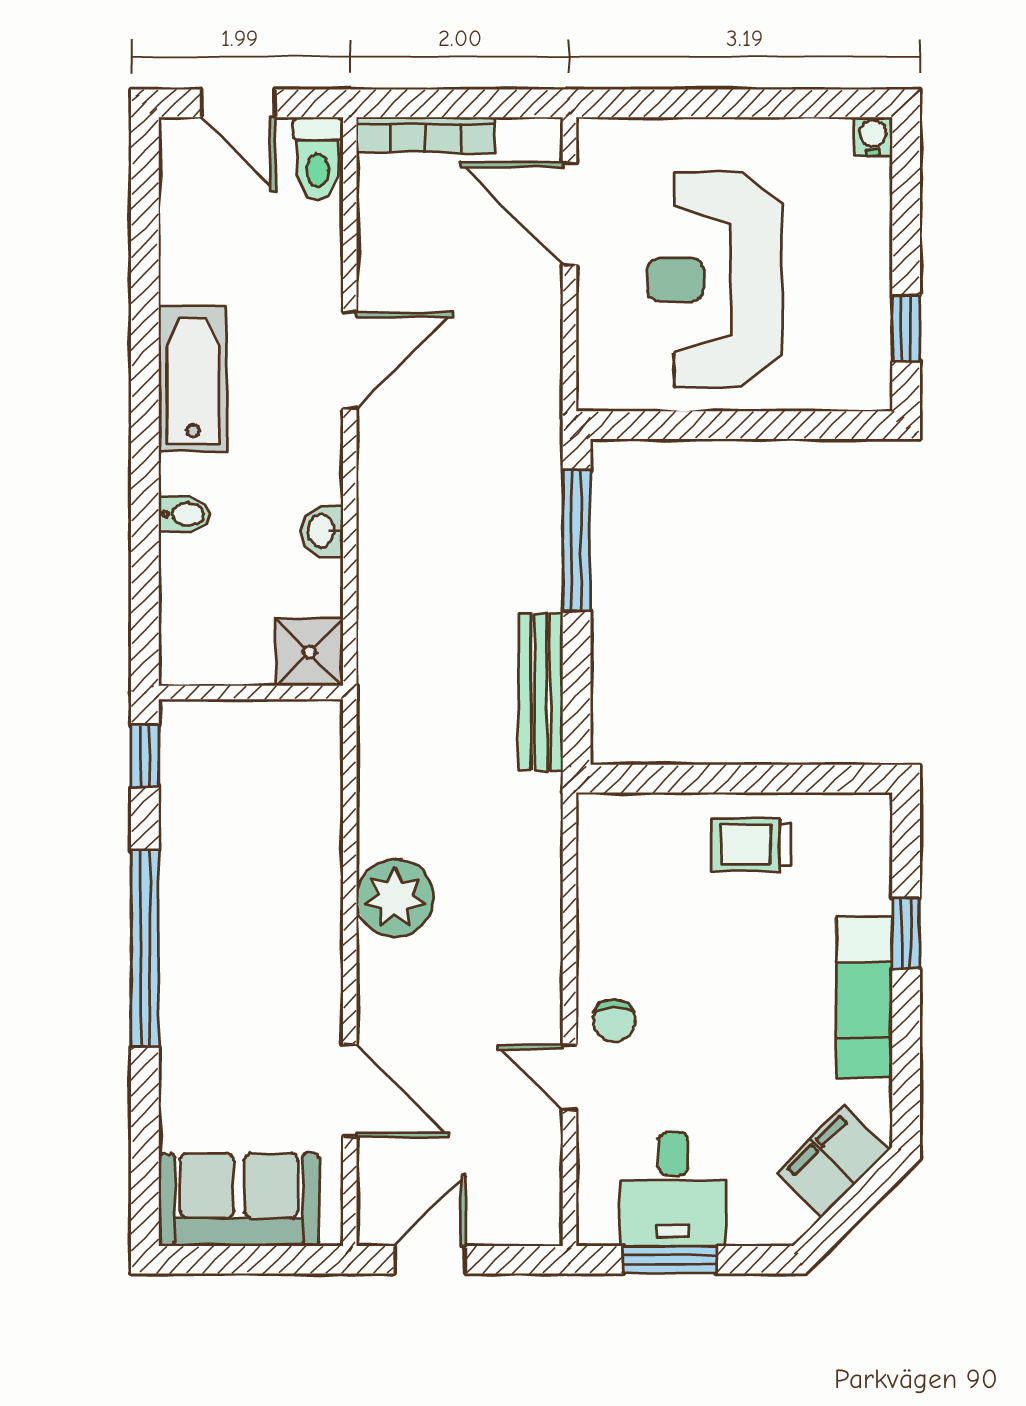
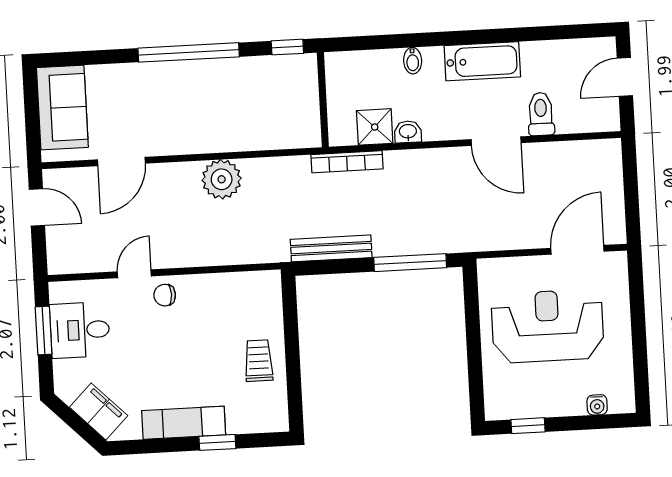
bookcase: (426, 135) -> (347, 162), moved, turned -90
water cooler: (873, 136) -> (597, 405), moved, turned 90
toilet: (318, 159) -> (541, 114), moved, turned 90
shower: (309, 652) -> (375, 127), moved

